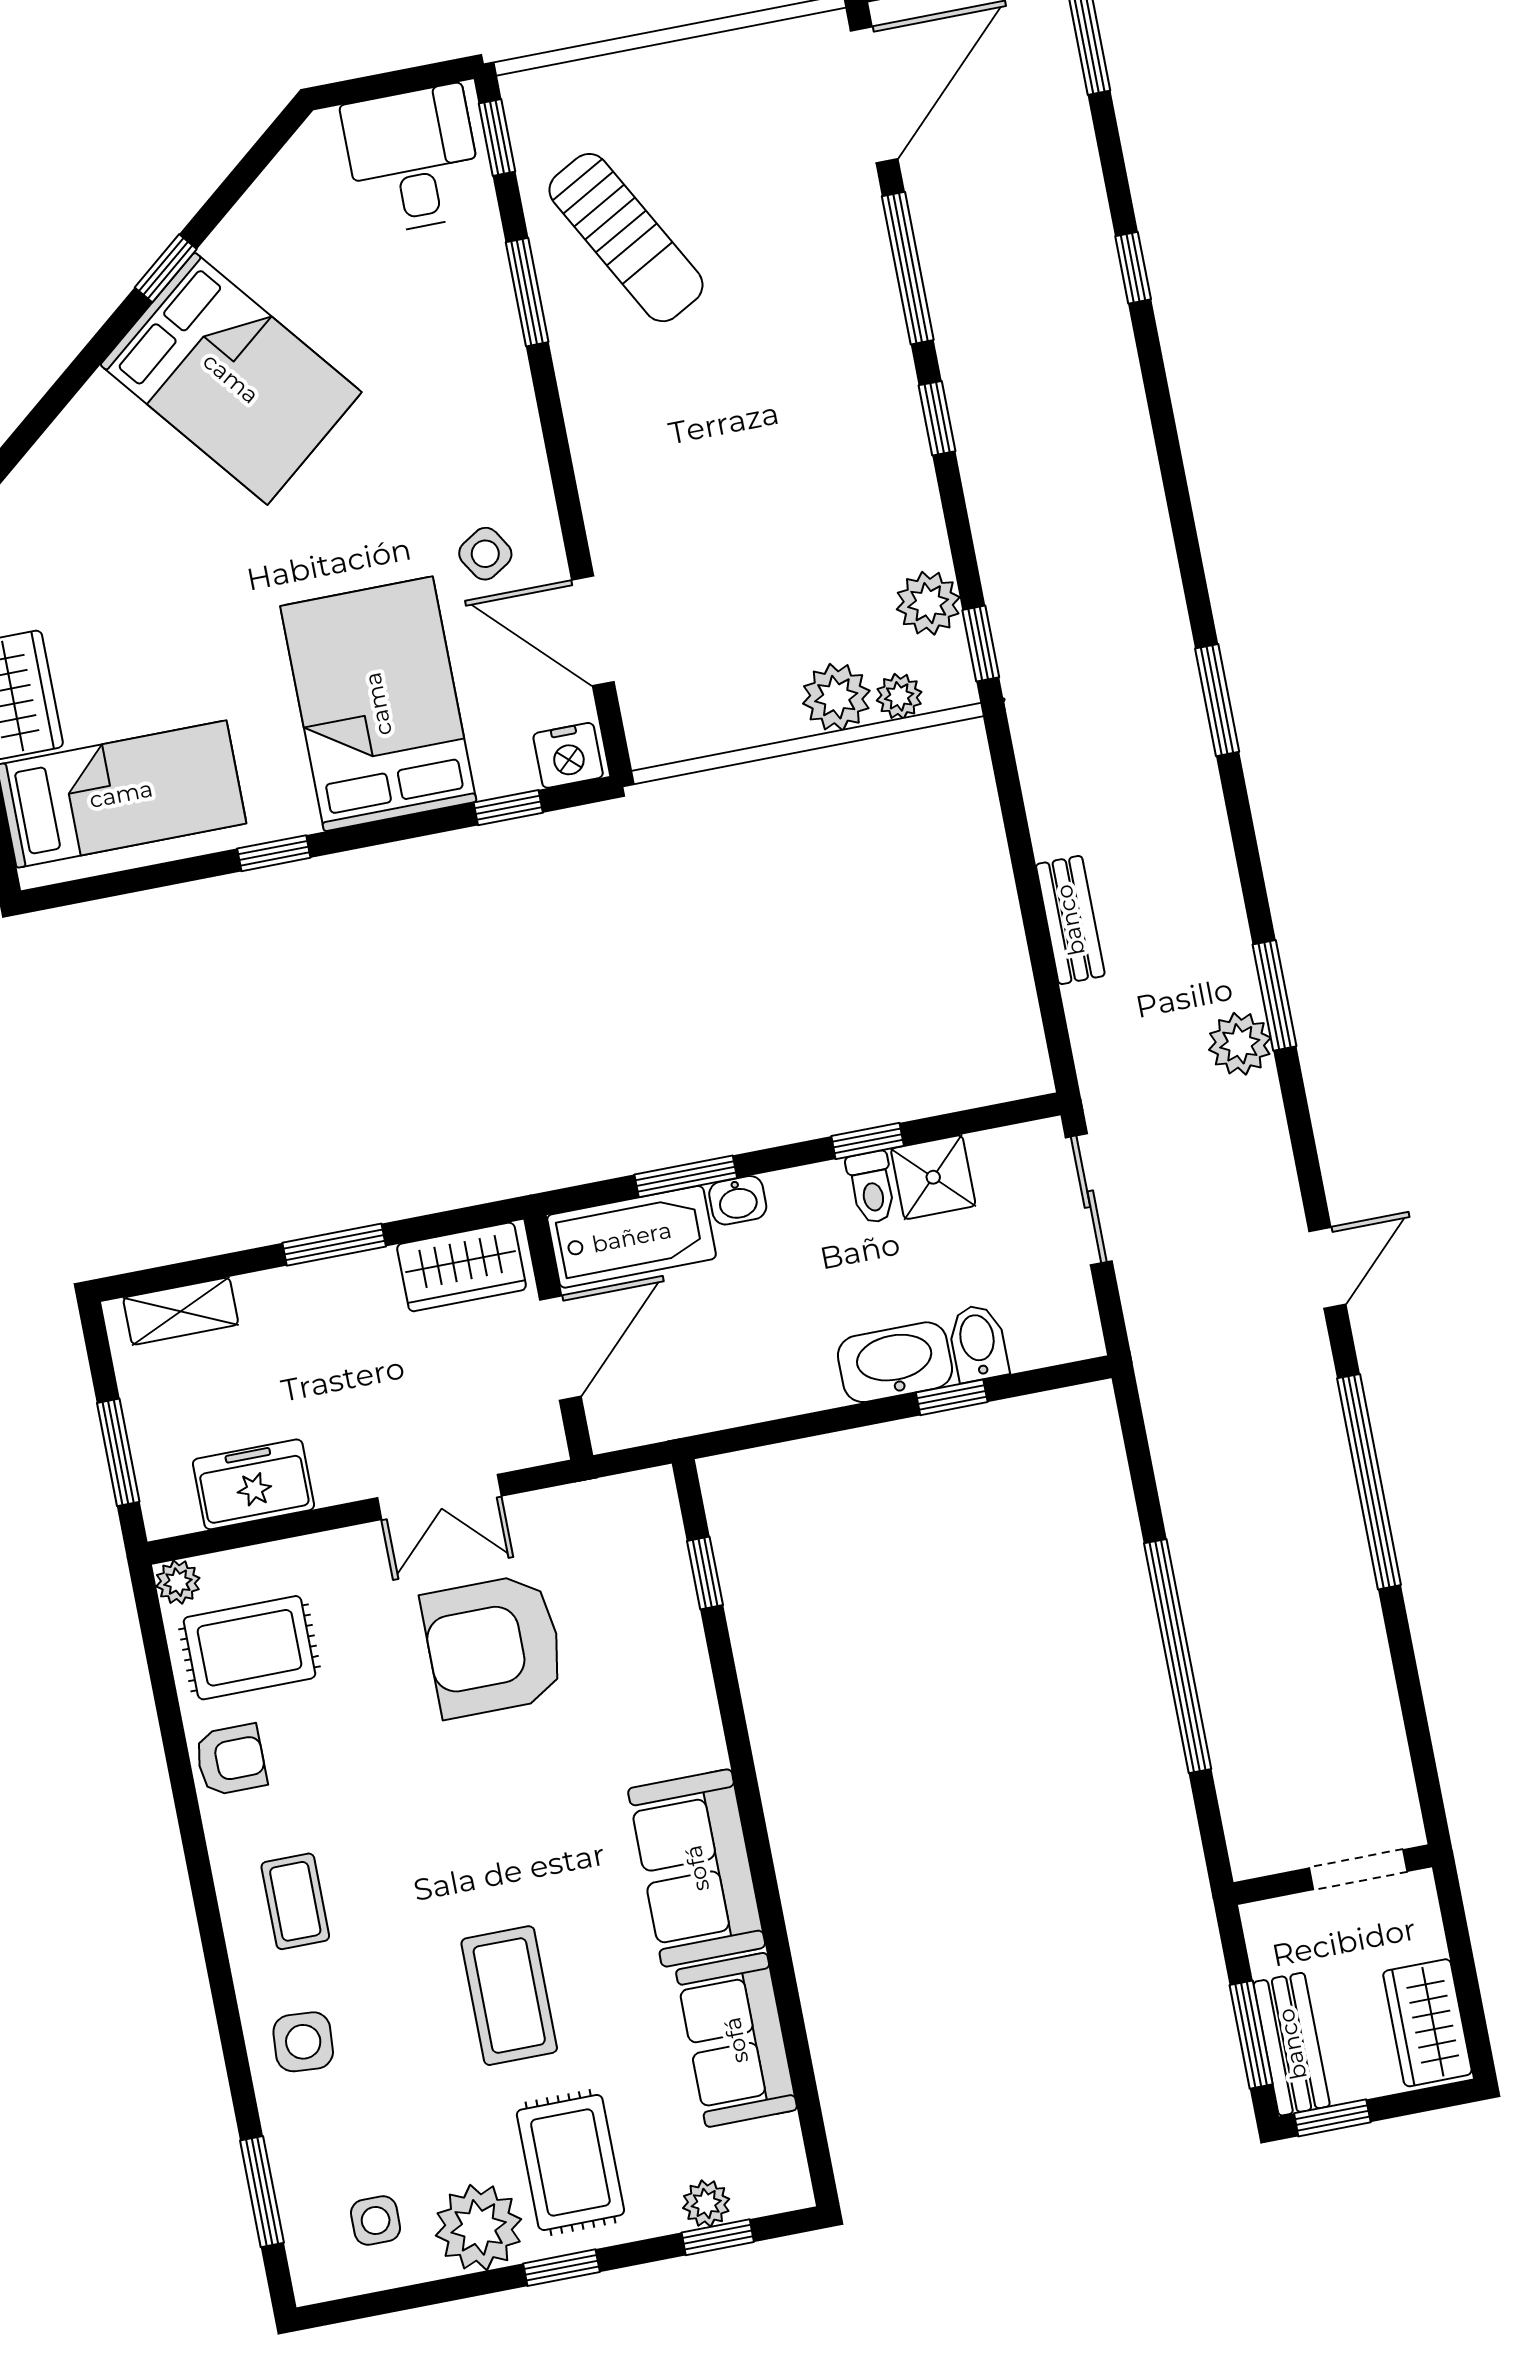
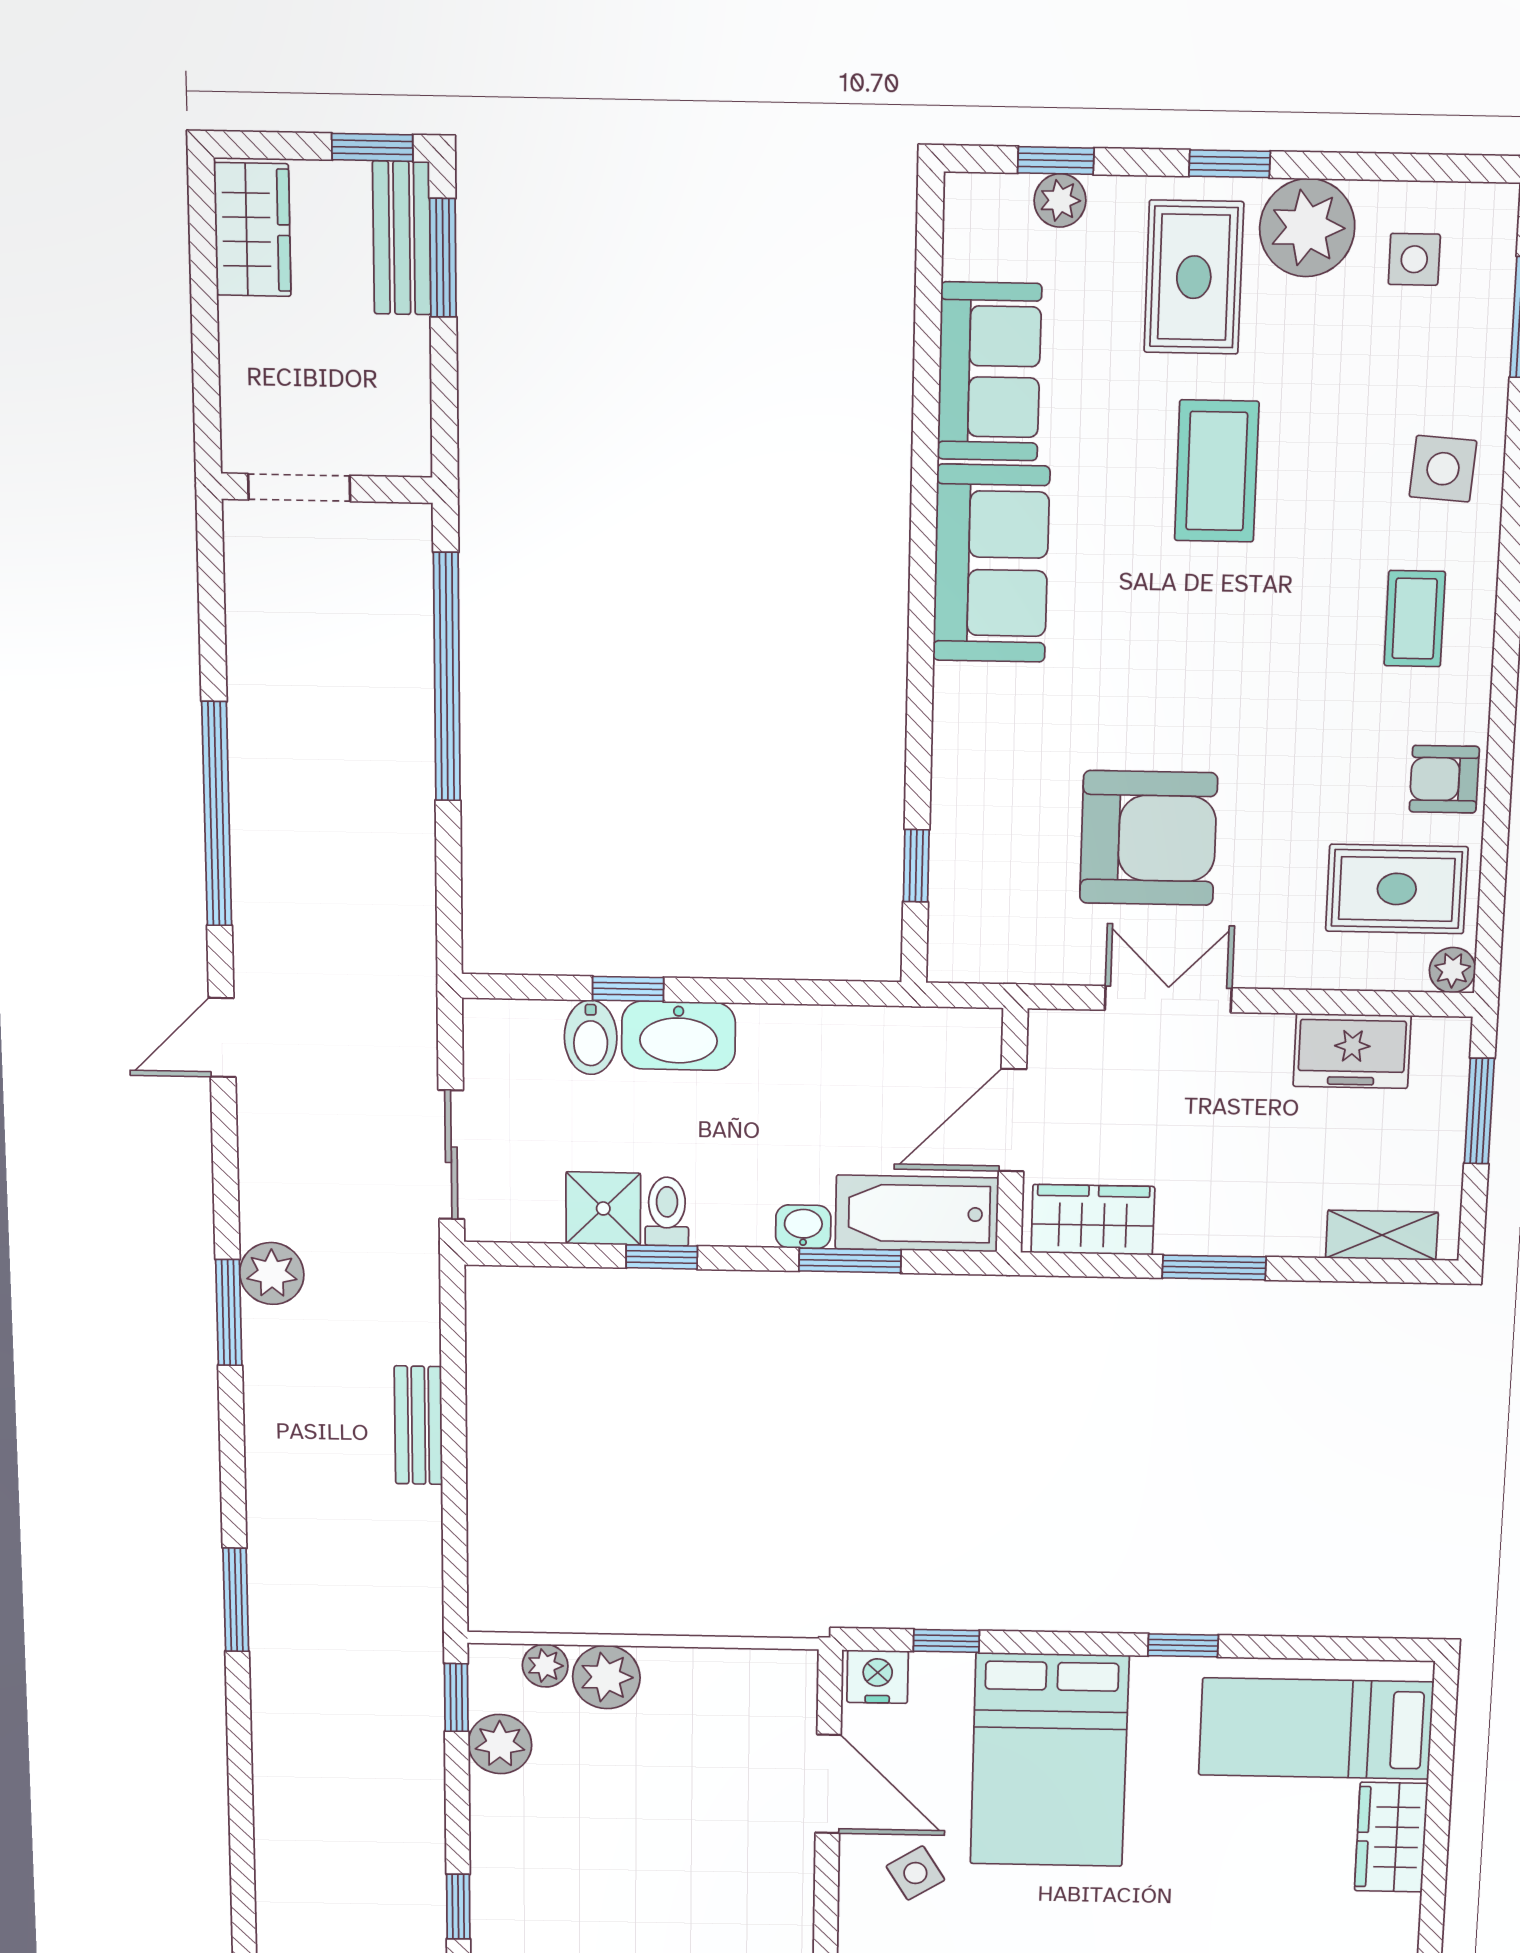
doorway: (1358, 1870) -> (299, 488), moved
wall: (1333, 1875) -> (327, 488), moved

